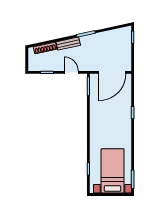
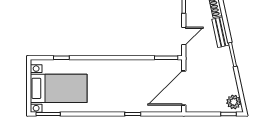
plant: (123, 33) -> (234, 102), added
door: (112, 72) -> (184, 88), hinge flipped

